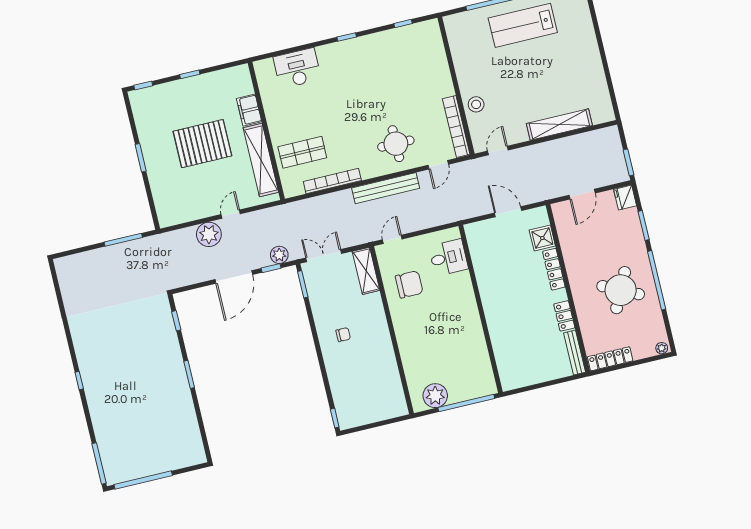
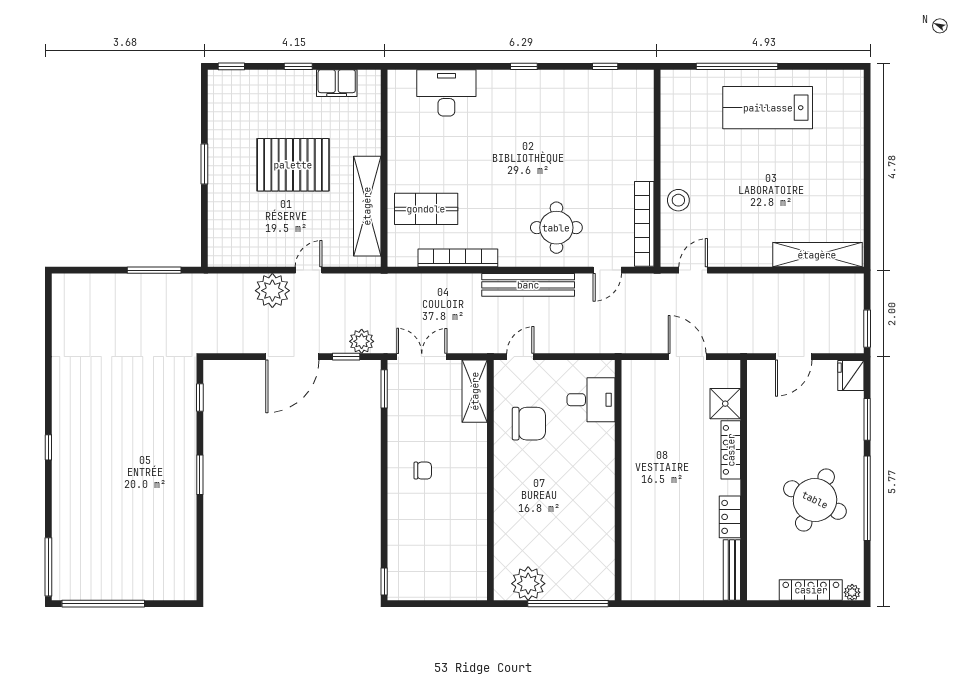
filing cabinet: (249, 110) -> (337, 83), moved, turned -90
shelving: (559, 125) -> (817, 255), moved
locker: (610, 359) -> (811, 590), moved

